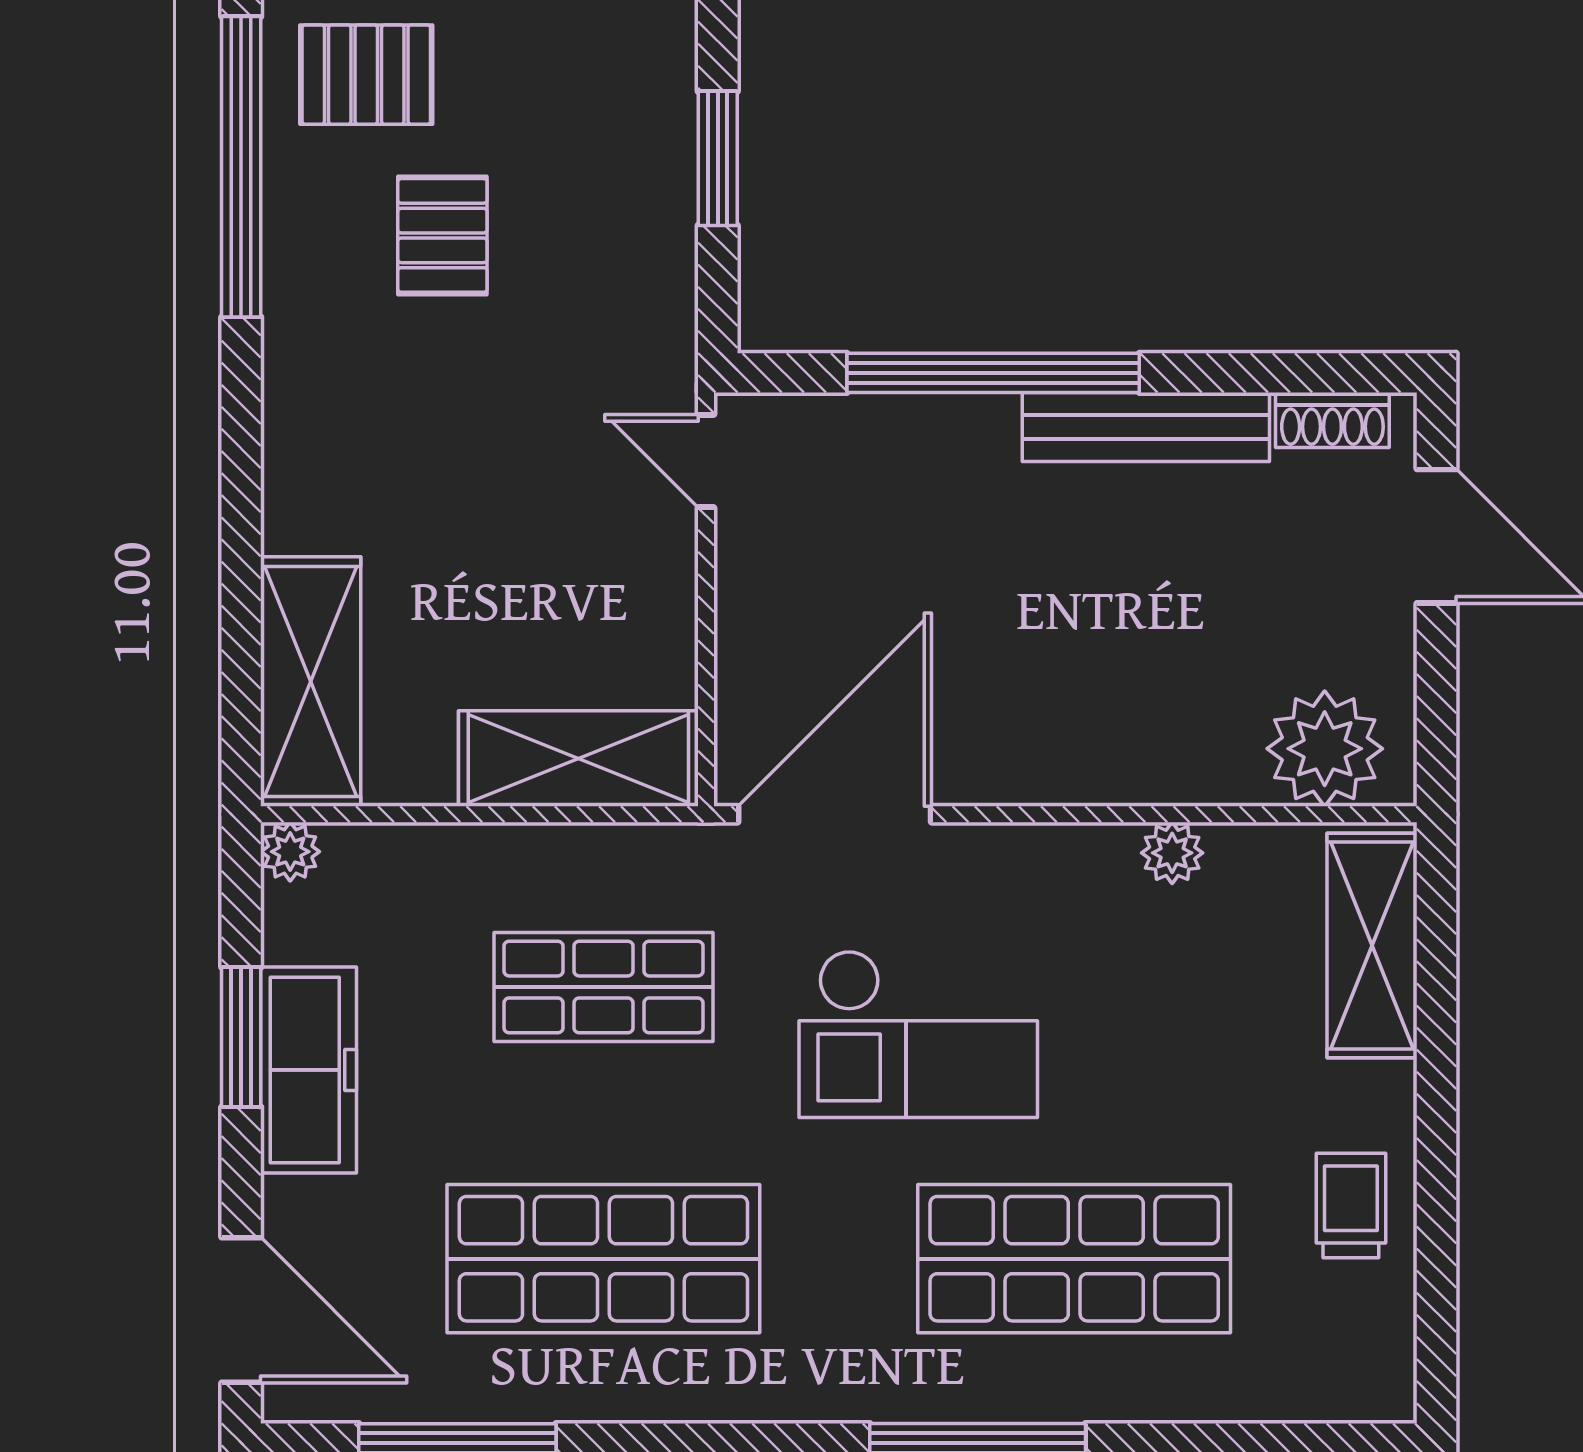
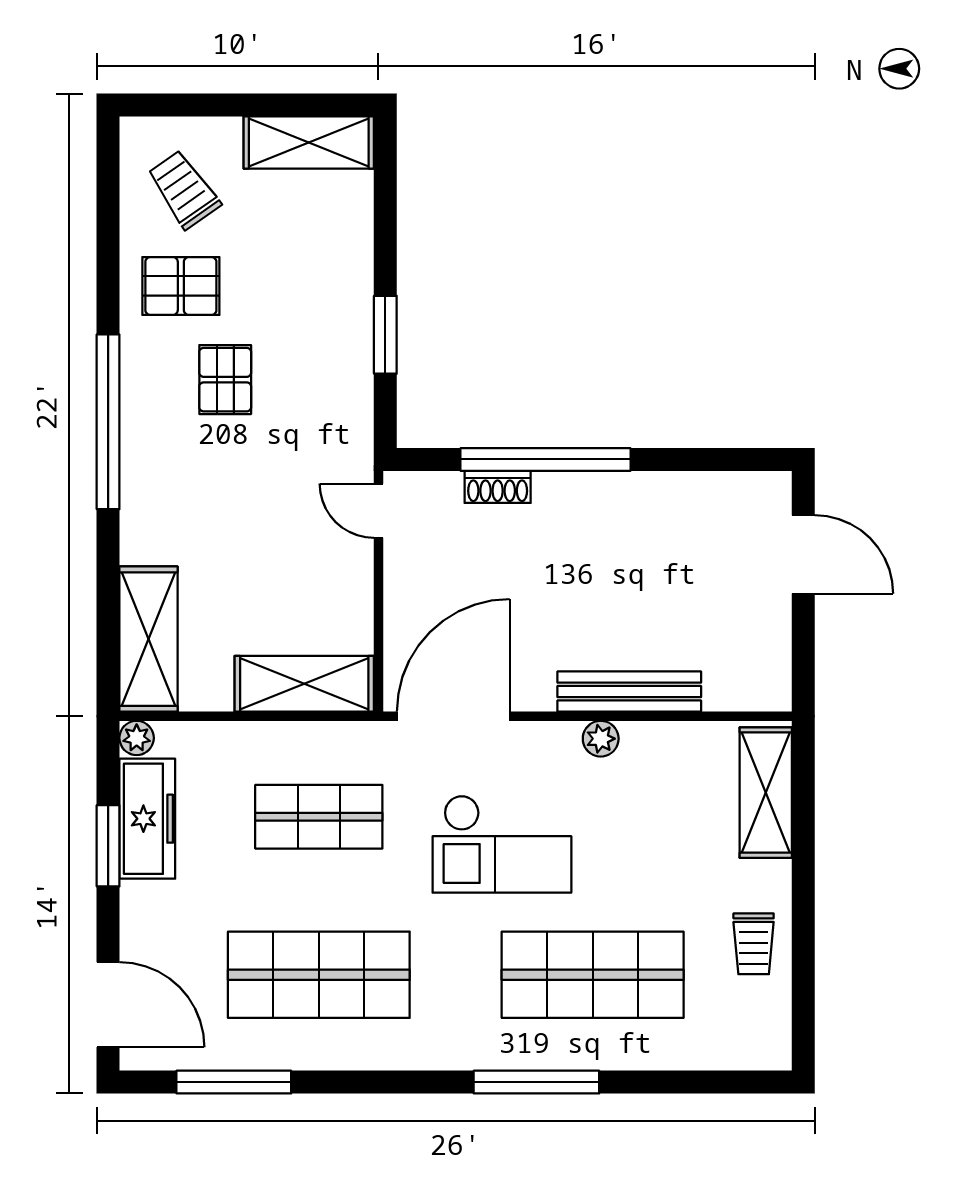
window: (241, 167) -> (108, 422), moved
shoe rack: (1332, 420) -> (498, 487), moved
bench: (1146, 427) -> (629, 692), moved
plant: (1325, 749) -> (738, 678), removed
plant: (1172, 853) -> (601, 739), moved
freezer: (309, 1070) -> (147, 819), moved
trolley: (1351, 1206) -> (754, 944), turned 180

